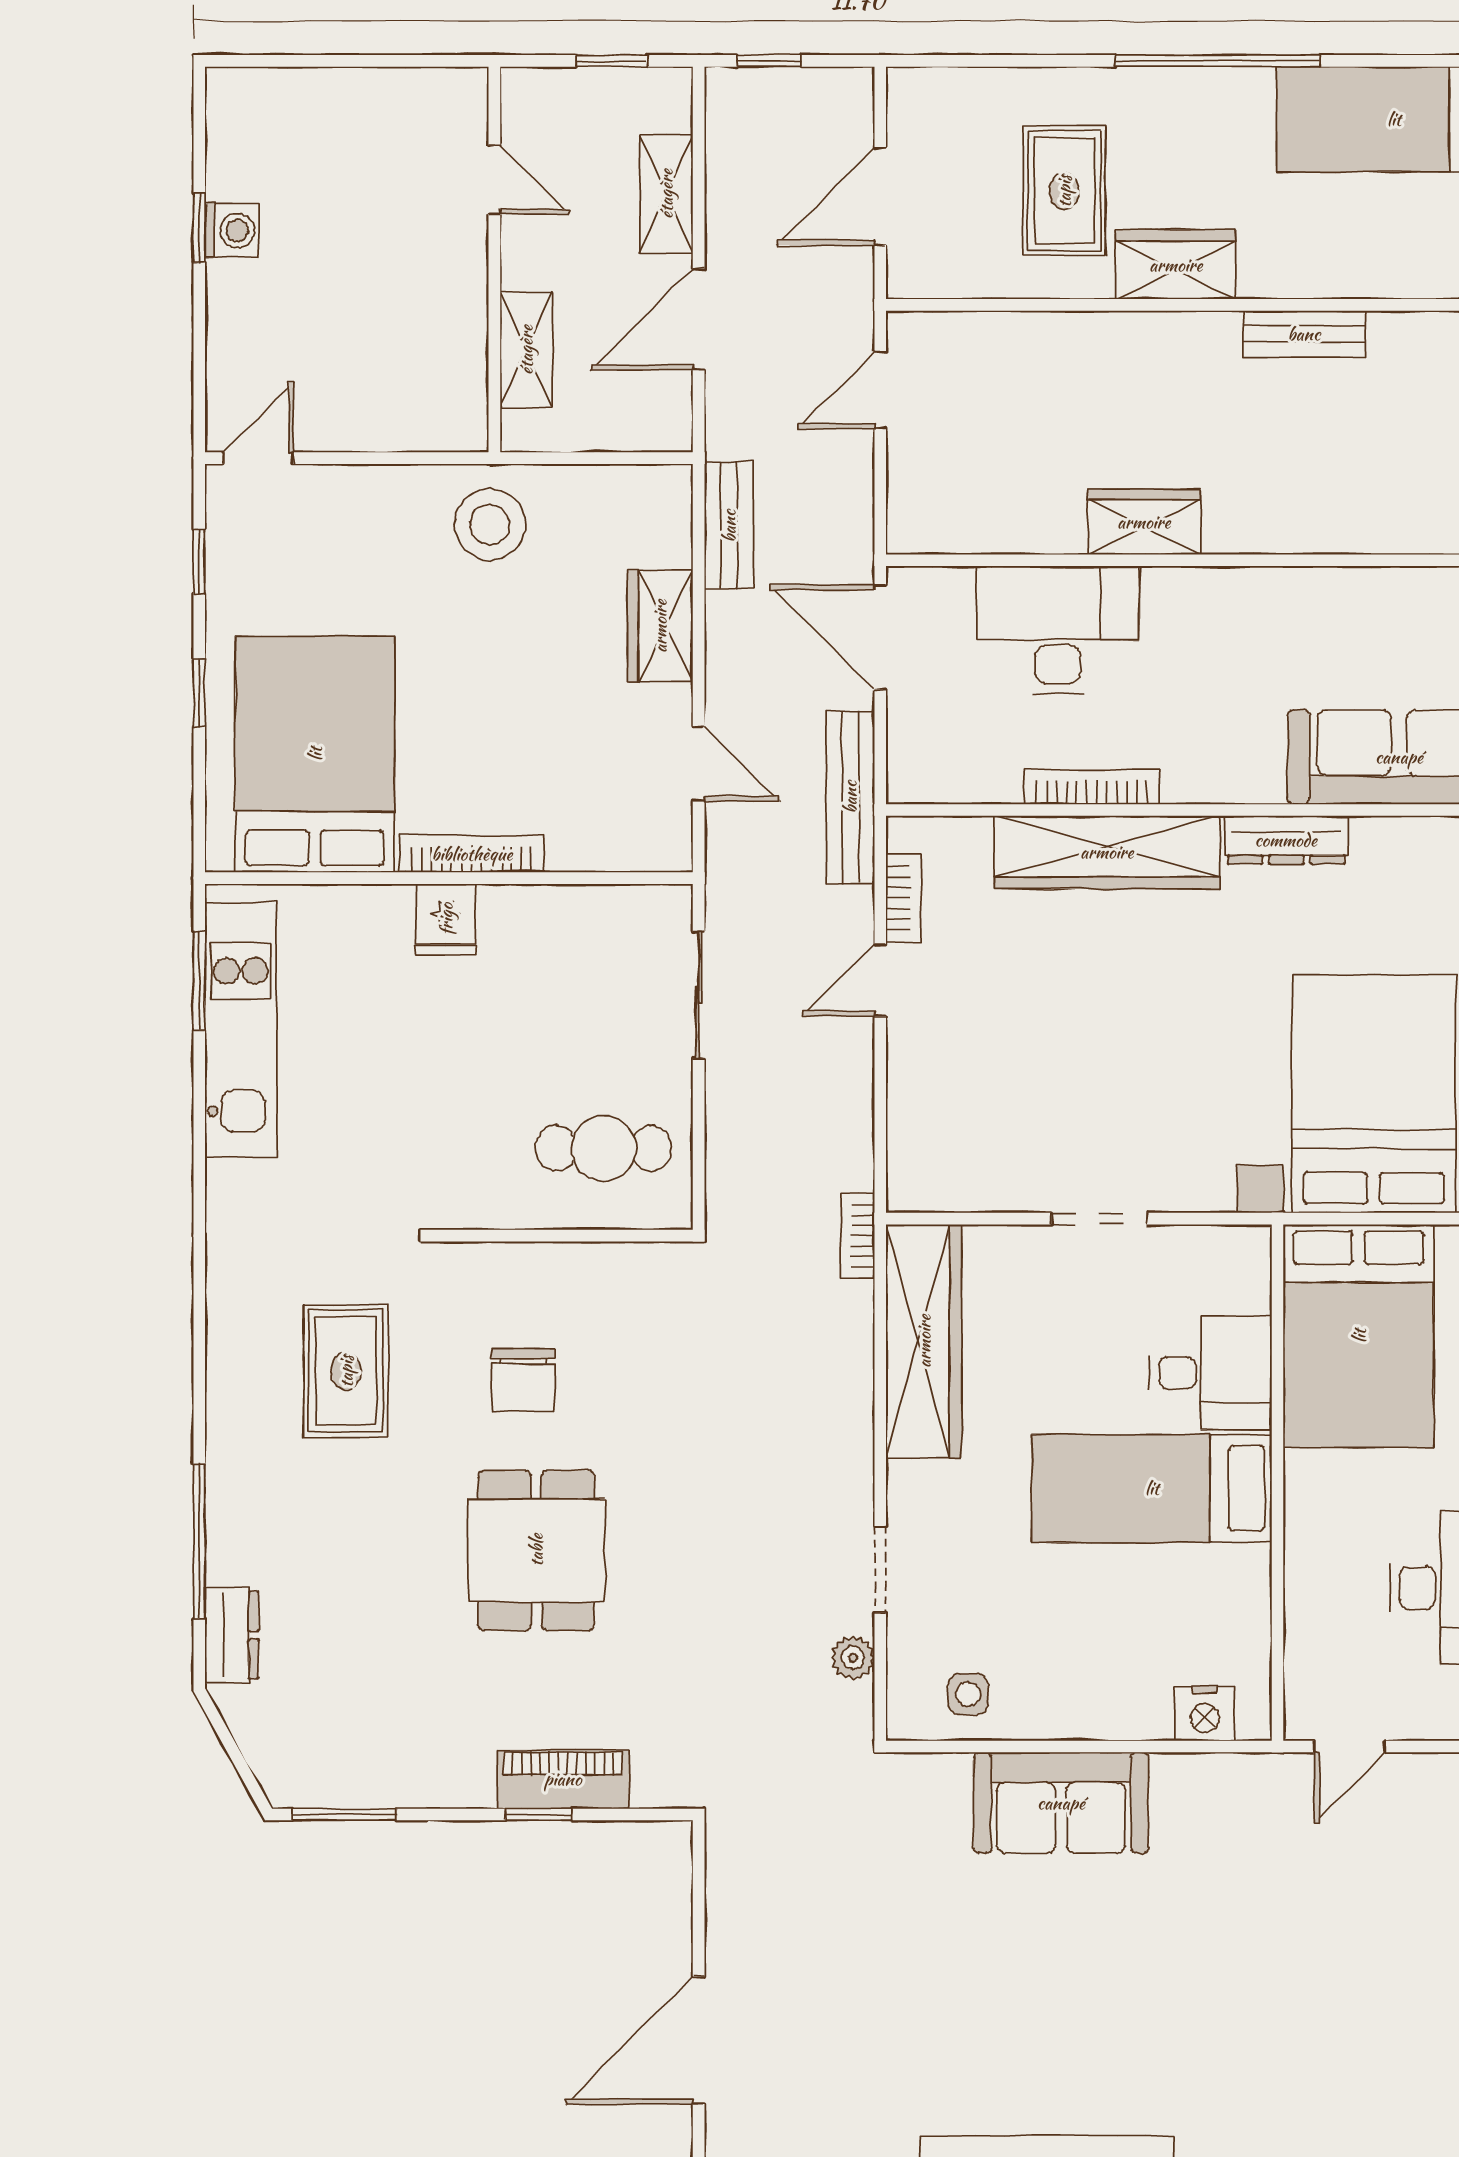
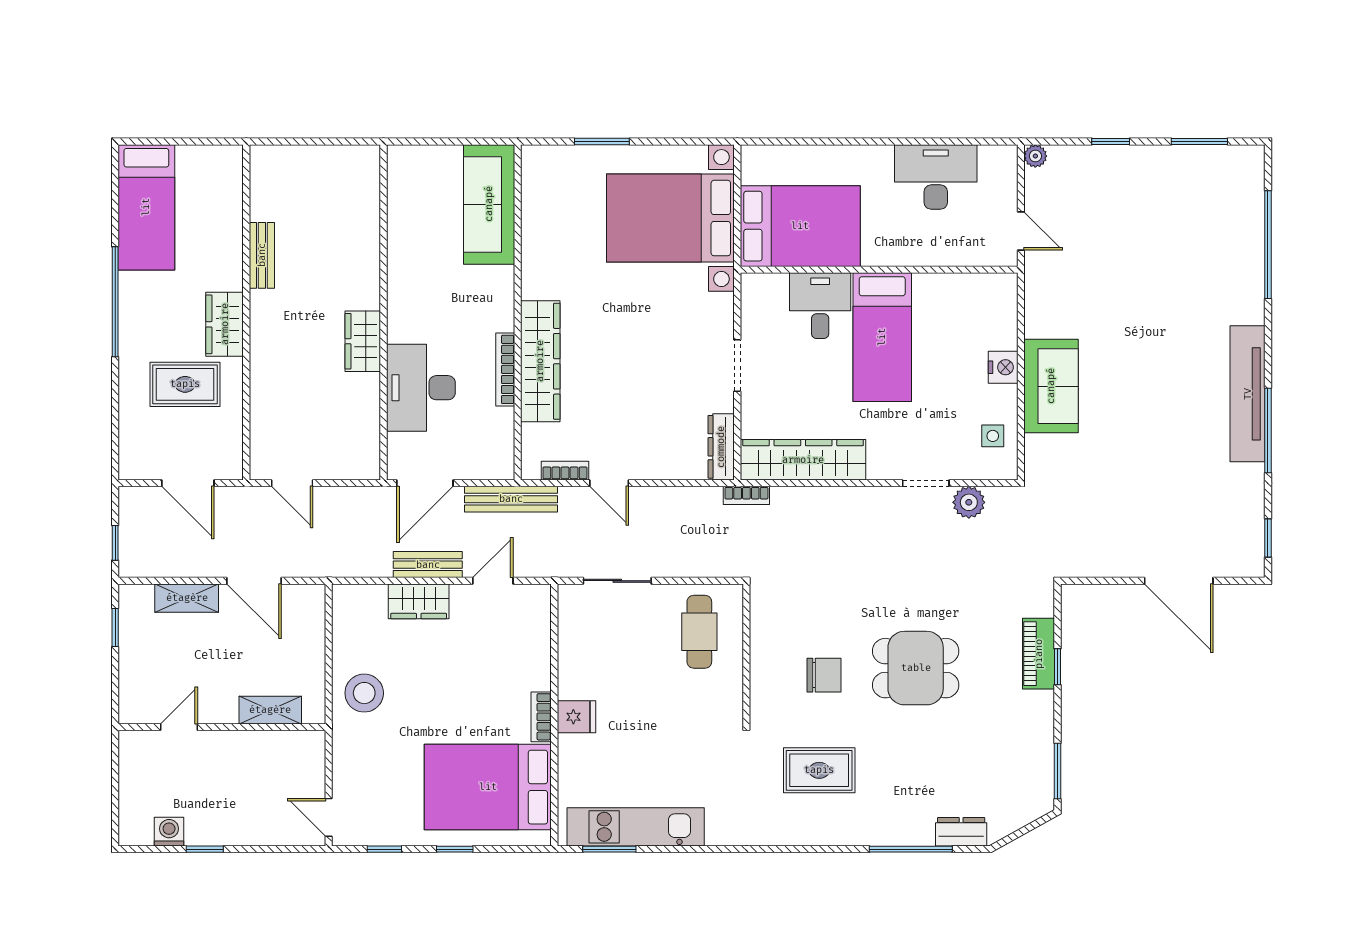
door: (494, 180) -> (179, 727), moved
washing machine: (232, 230) -> (169, 832), moved
wall: (494, 259) -> (222, 727), moved
shelving: (526, 350) -> (270, 710), moved
bench: (729, 526) -> (428, 565), moved
dresser: (1286, 840) -> (721, 447), moved, turned 180
bookcase: (472, 854) -> (541, 717), width x0.64
plant: (853, 1658) -> (969, 502), width x1.38, depth x1.38
nightstand: (1205, 1713) -> (1003, 367), moved

